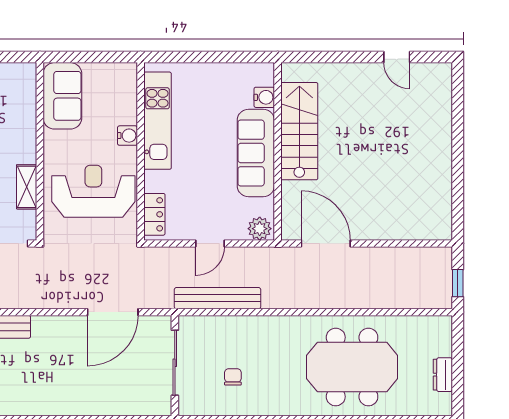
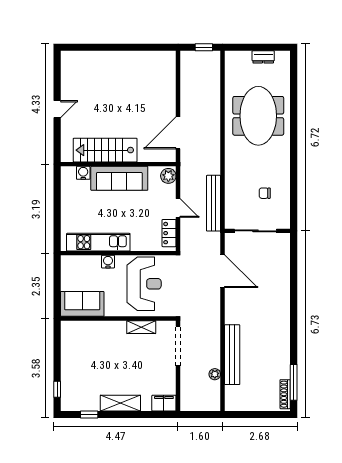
door: (397, 57) -> (57, 109), moved
reception desk: (93, 191) -> (144, 284), turned 180
locker: (154, 214) -> (169, 233), moved, turned -90

